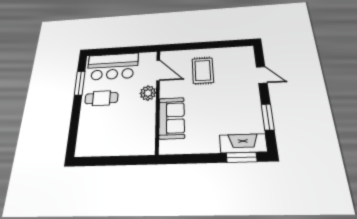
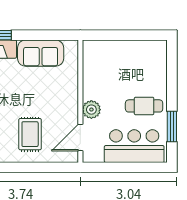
door: (158, 70) -> (80, 138), hinge flipped
sofa: (172, 118) -> (41, 53), moved, turned -90

